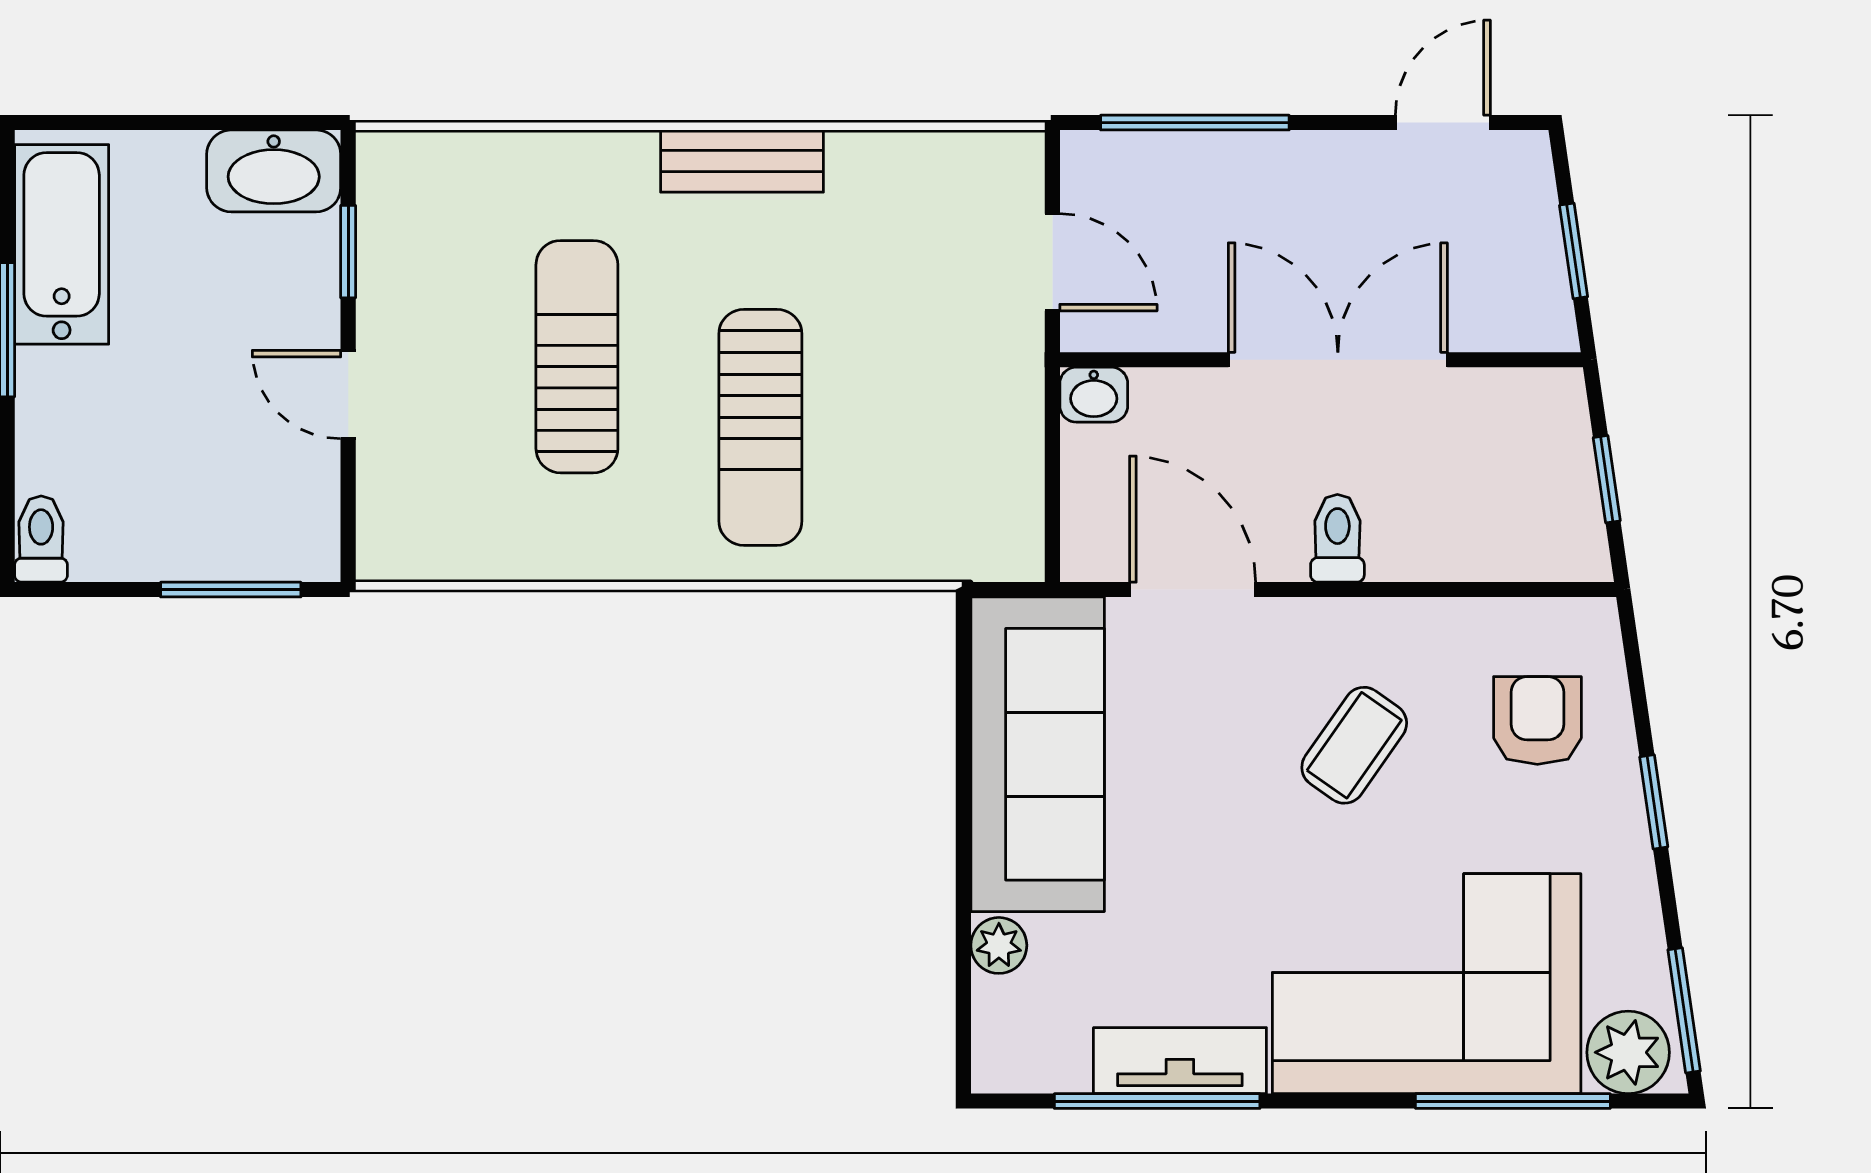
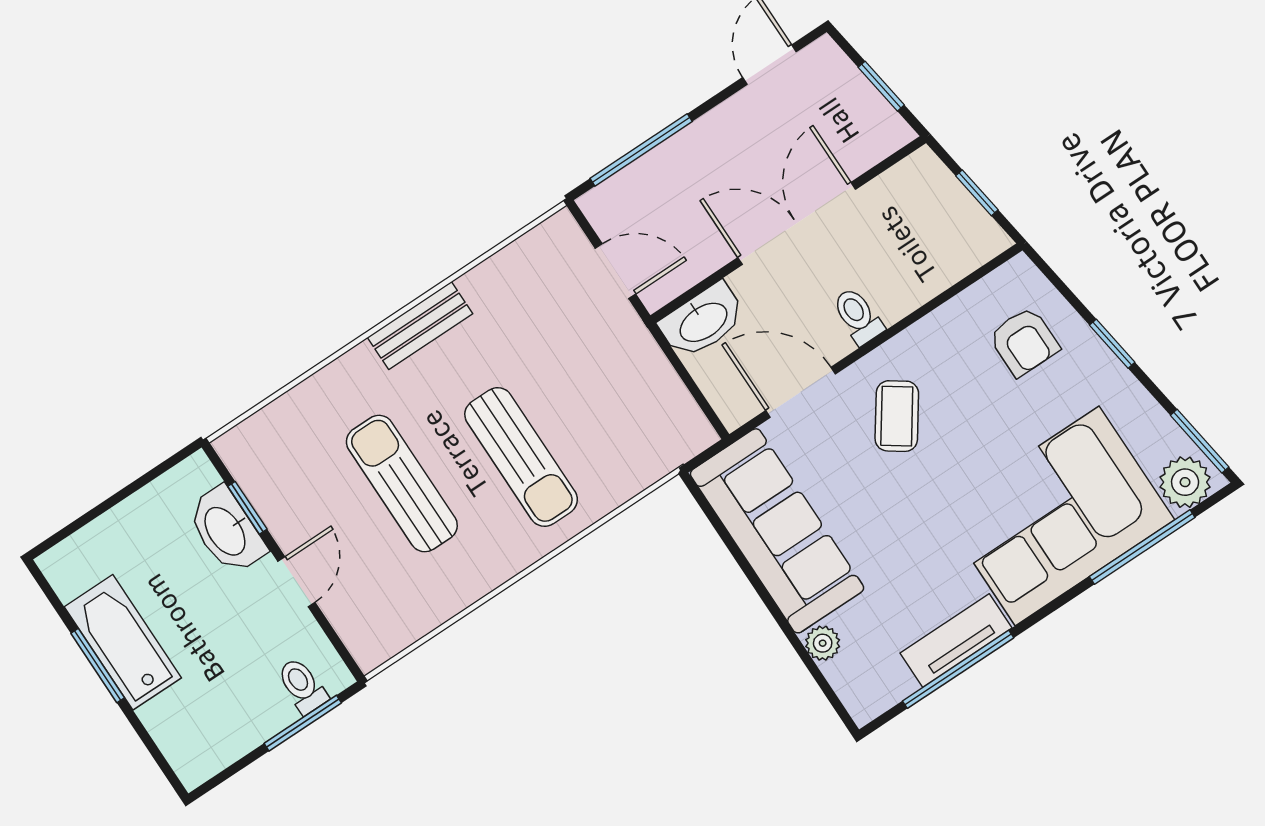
washbasin: (274, 171) -> (226, 530), moved, turned 90
bathtub: (62, 244) -> (123, 642), moved
door: (348, 395) -> (296, 582), swing flipped
washbasin: (1094, 395) -> (703, 321), width x1.91, depth x1.45
toilet: (41, 539) -> (302, 686), moved
armchair: (1537, 721) -> (1024, 342), turned 180
coffee table: (1354, 745) -> (897, 416), moved

